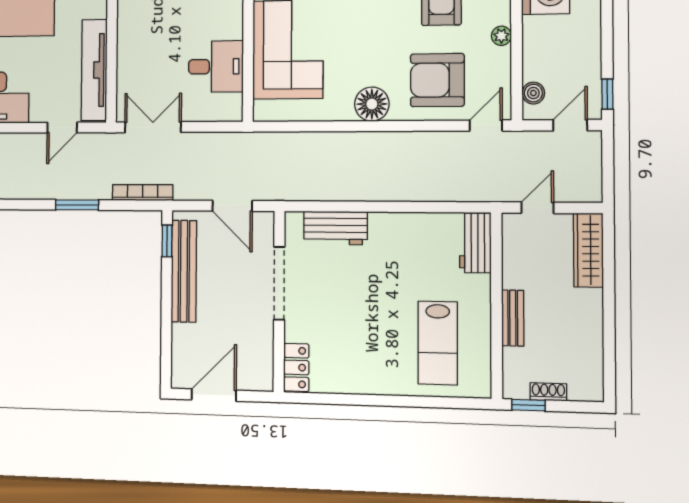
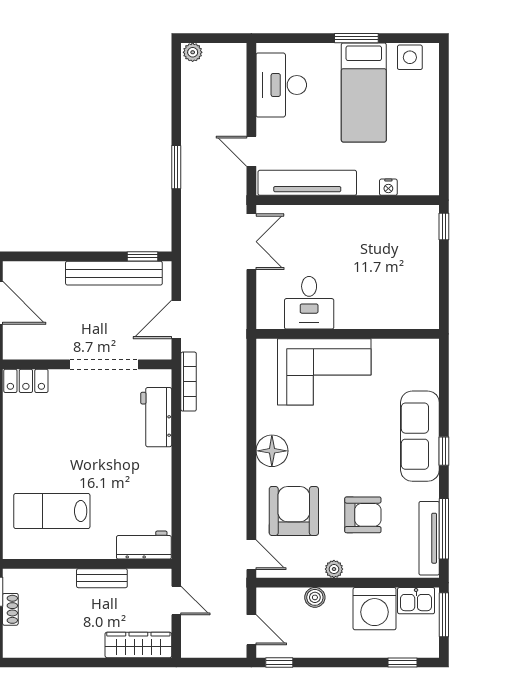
boiler: (533, 93) -> (315, 597), moved
bookcase: (143, 193) -> (189, 382), moved
bench: (513, 318) -> (102, 578), moved

